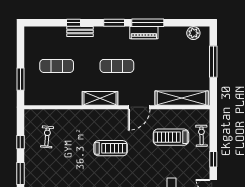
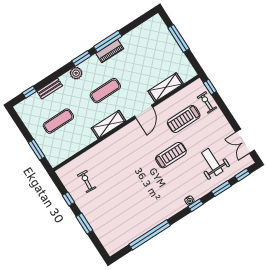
window: (74, 23) -> (29, 92), moved
bench: (80, 32) -> (50, 89), moved
plant: (193, 33) -> (76, 73), moved
shelving: (182, 98) -> (166, 87), width x0.68
treadmill: (111, 148) -> (171, 155), moved
window: (213, 159) -> (210, 87), moved

